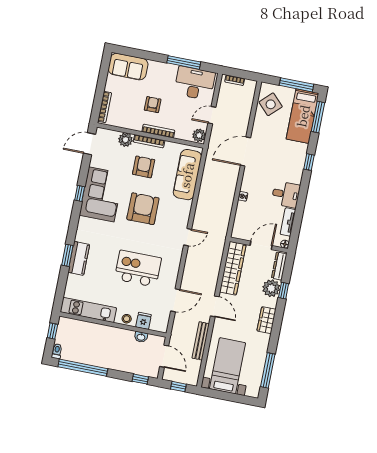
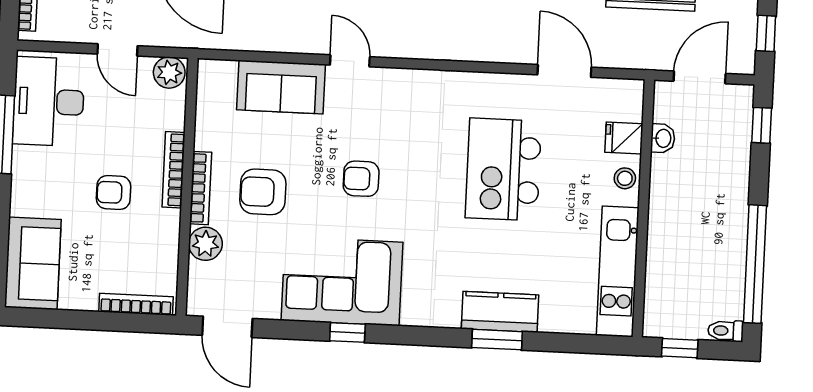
sofa: (187, 175) -> (281, 87), width x0.73
armchair: (143, 209) -> (361, 179), width x0.53, depth x0.53
door: (188, 237) -> (350, 61), moved

